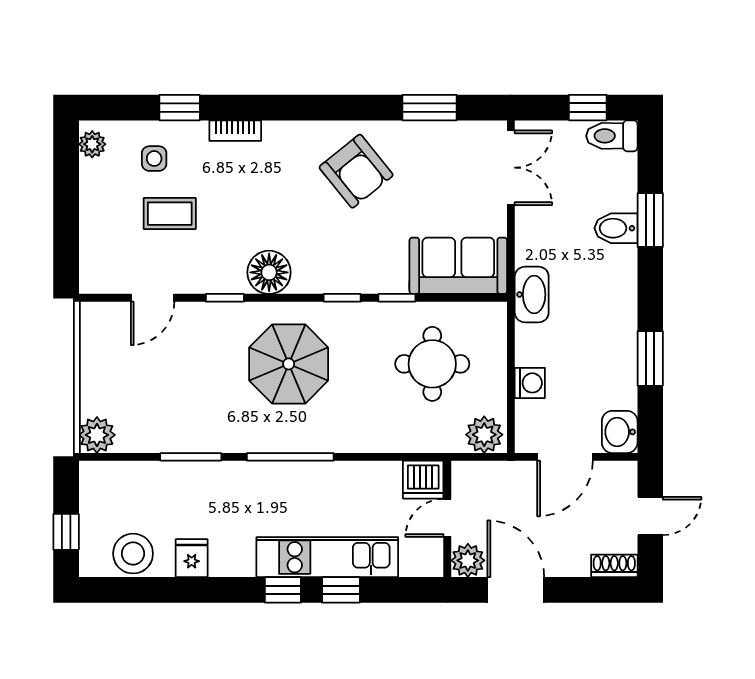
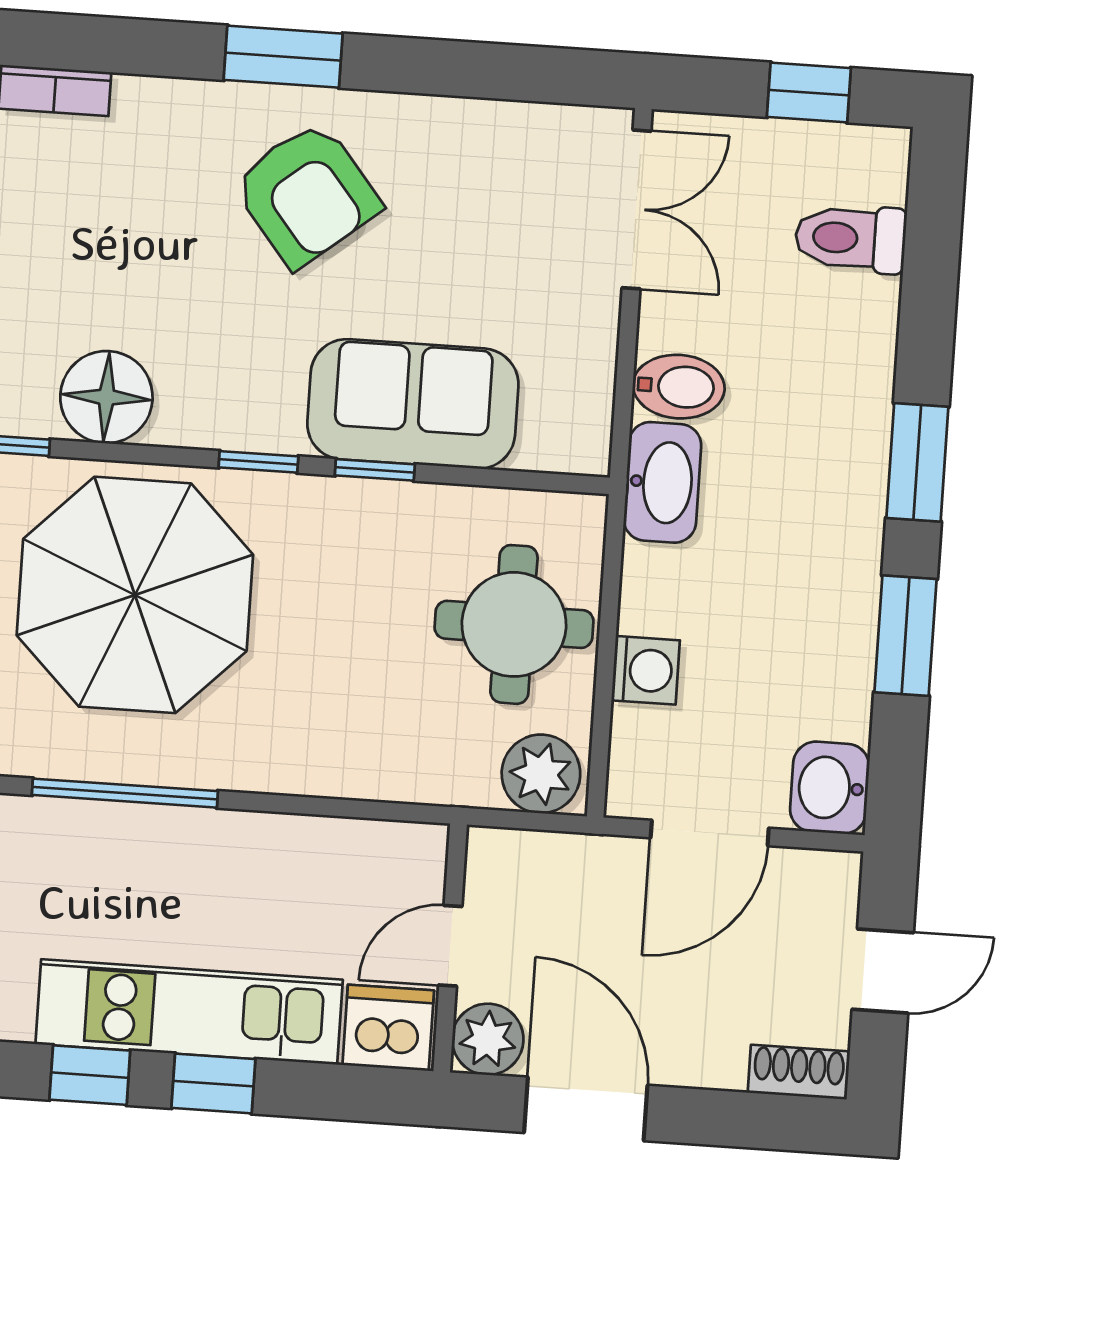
window: (429, 108) -> (283, 57), moved
toilet: (612, 136) -> (851, 238), moved
window: (650, 220) -> (917, 462), moved
bidet: (616, 228) -> (679, 387), moved, turned 180
sofa: (458, 266) -> (413, 404), moved
parasol: (289, 364) -> (135, 595), width x1.36, depth x1.36
round table: (432, 364) -> (514, 624), moved
dishwasher: (423, 480) -> (388, 1028), moved, turned 180

